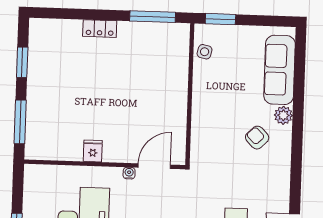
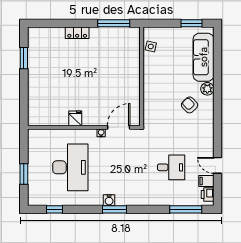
window: (220, 19) -> (192, 23), moved
window: (20, 122) -> (24, 100), removed

